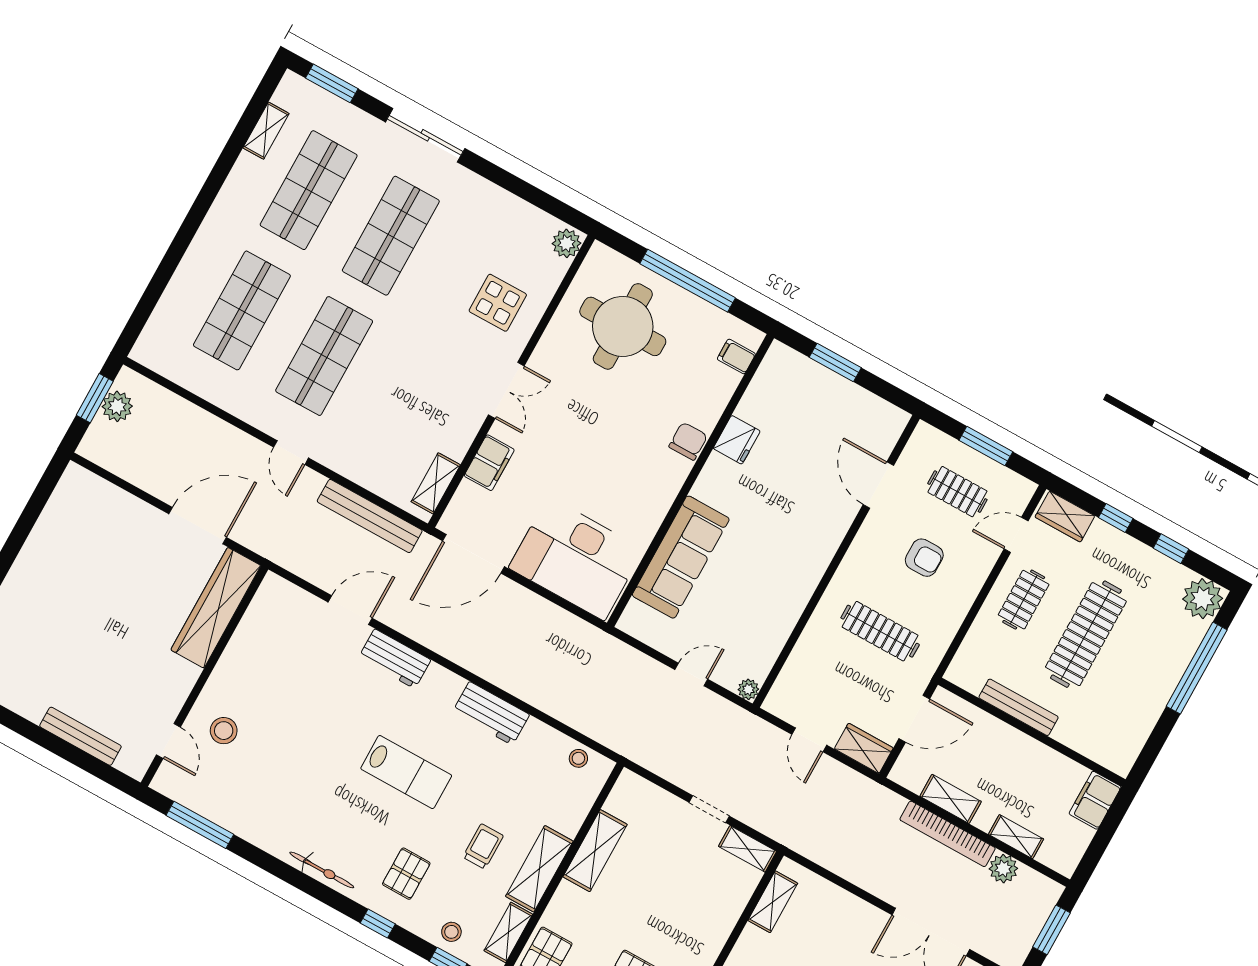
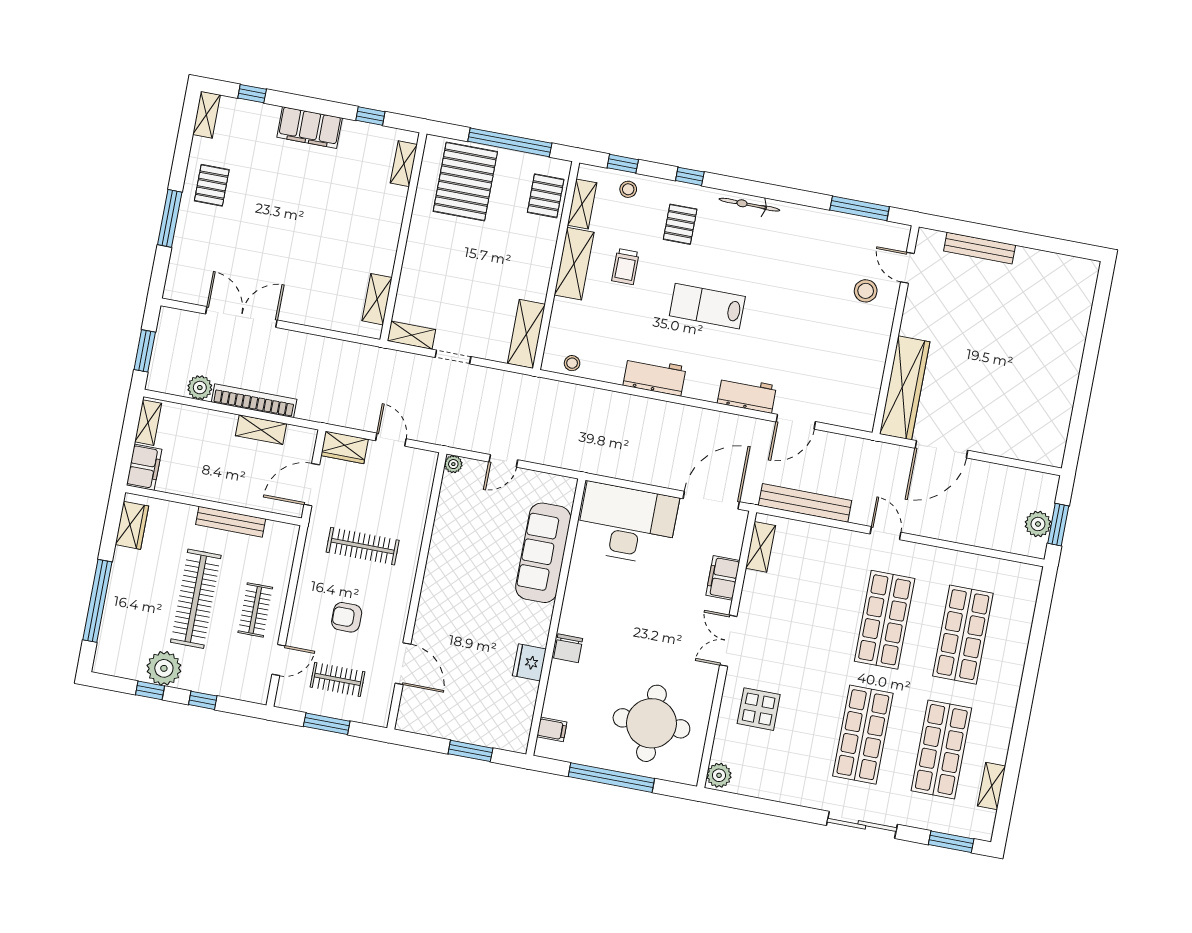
wardrobe: (1065, 517) -> (132, 525), moved, turned 90
plant: (1203, 599) -> (164, 668), moved
shelving: (1016, 837) -> (148, 423), moved, turned 90
shelving: (595, 851) -> (526, 334), moved

